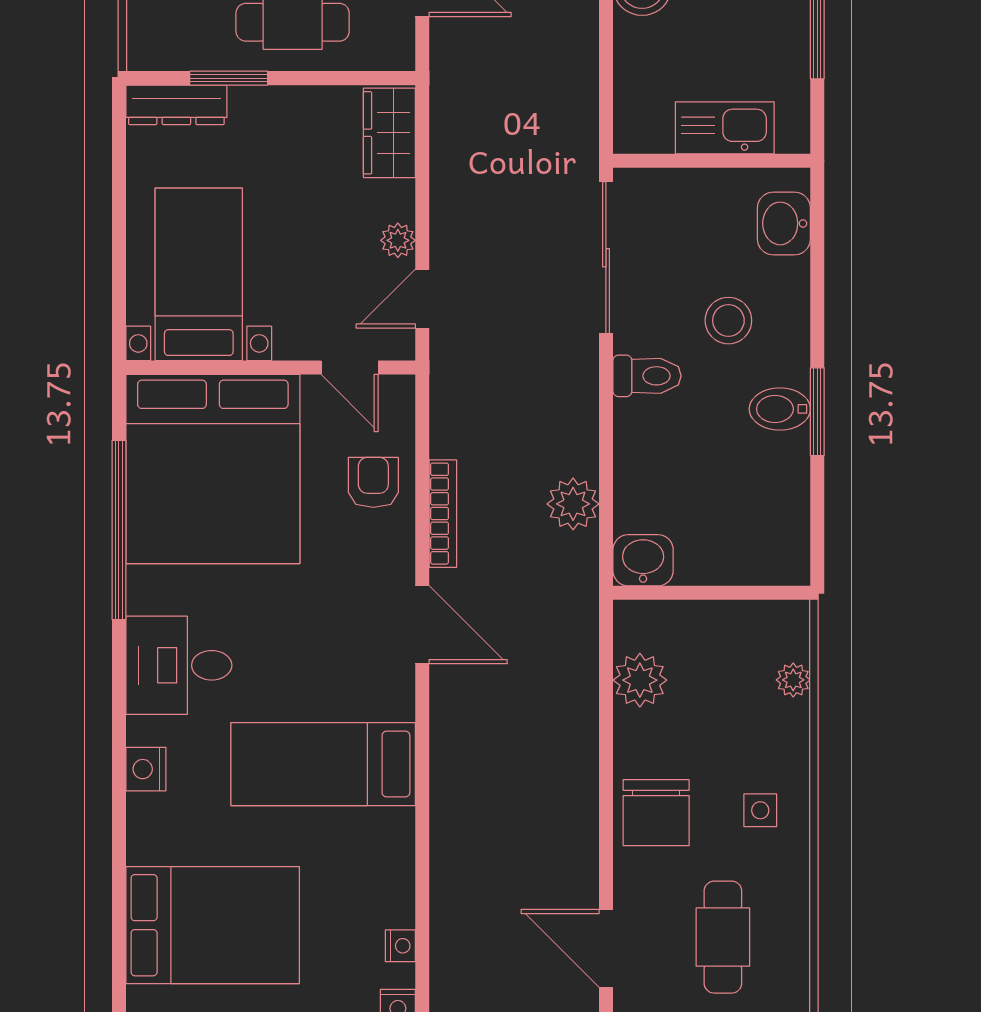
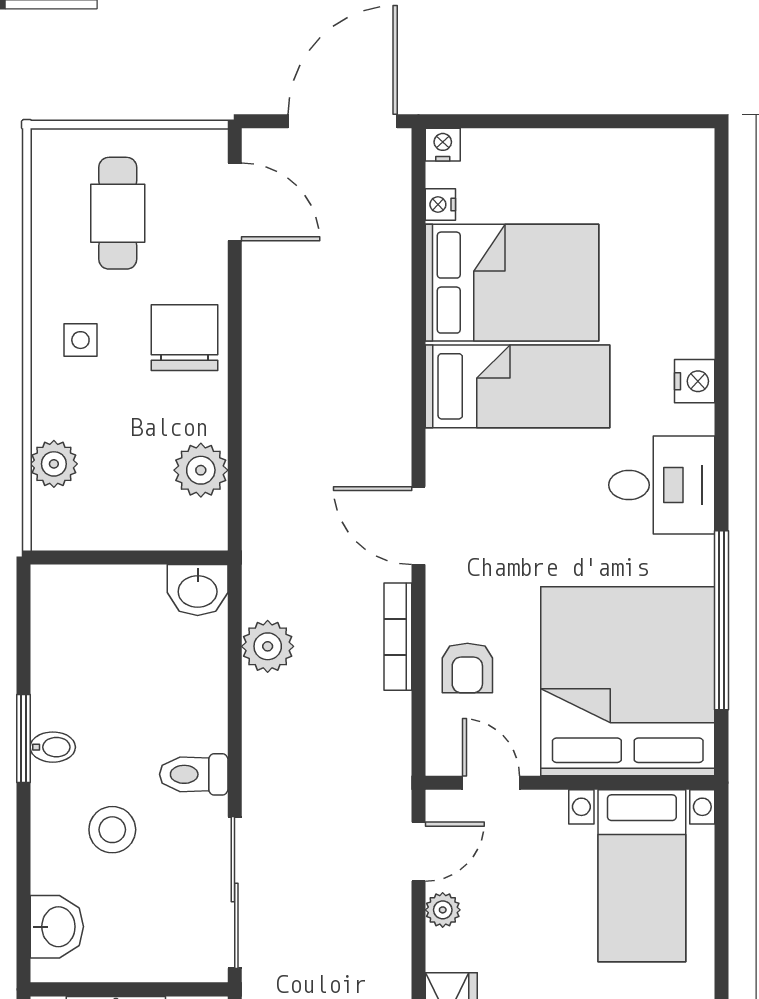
bidet: (780, 409) -> (53, 747), width x0.72, depth x0.74
plant: (793, 680) -> (54, 464), width x1.38, depth x1.38
bed: (213, 925) -> (512, 283), moved, turned 180

